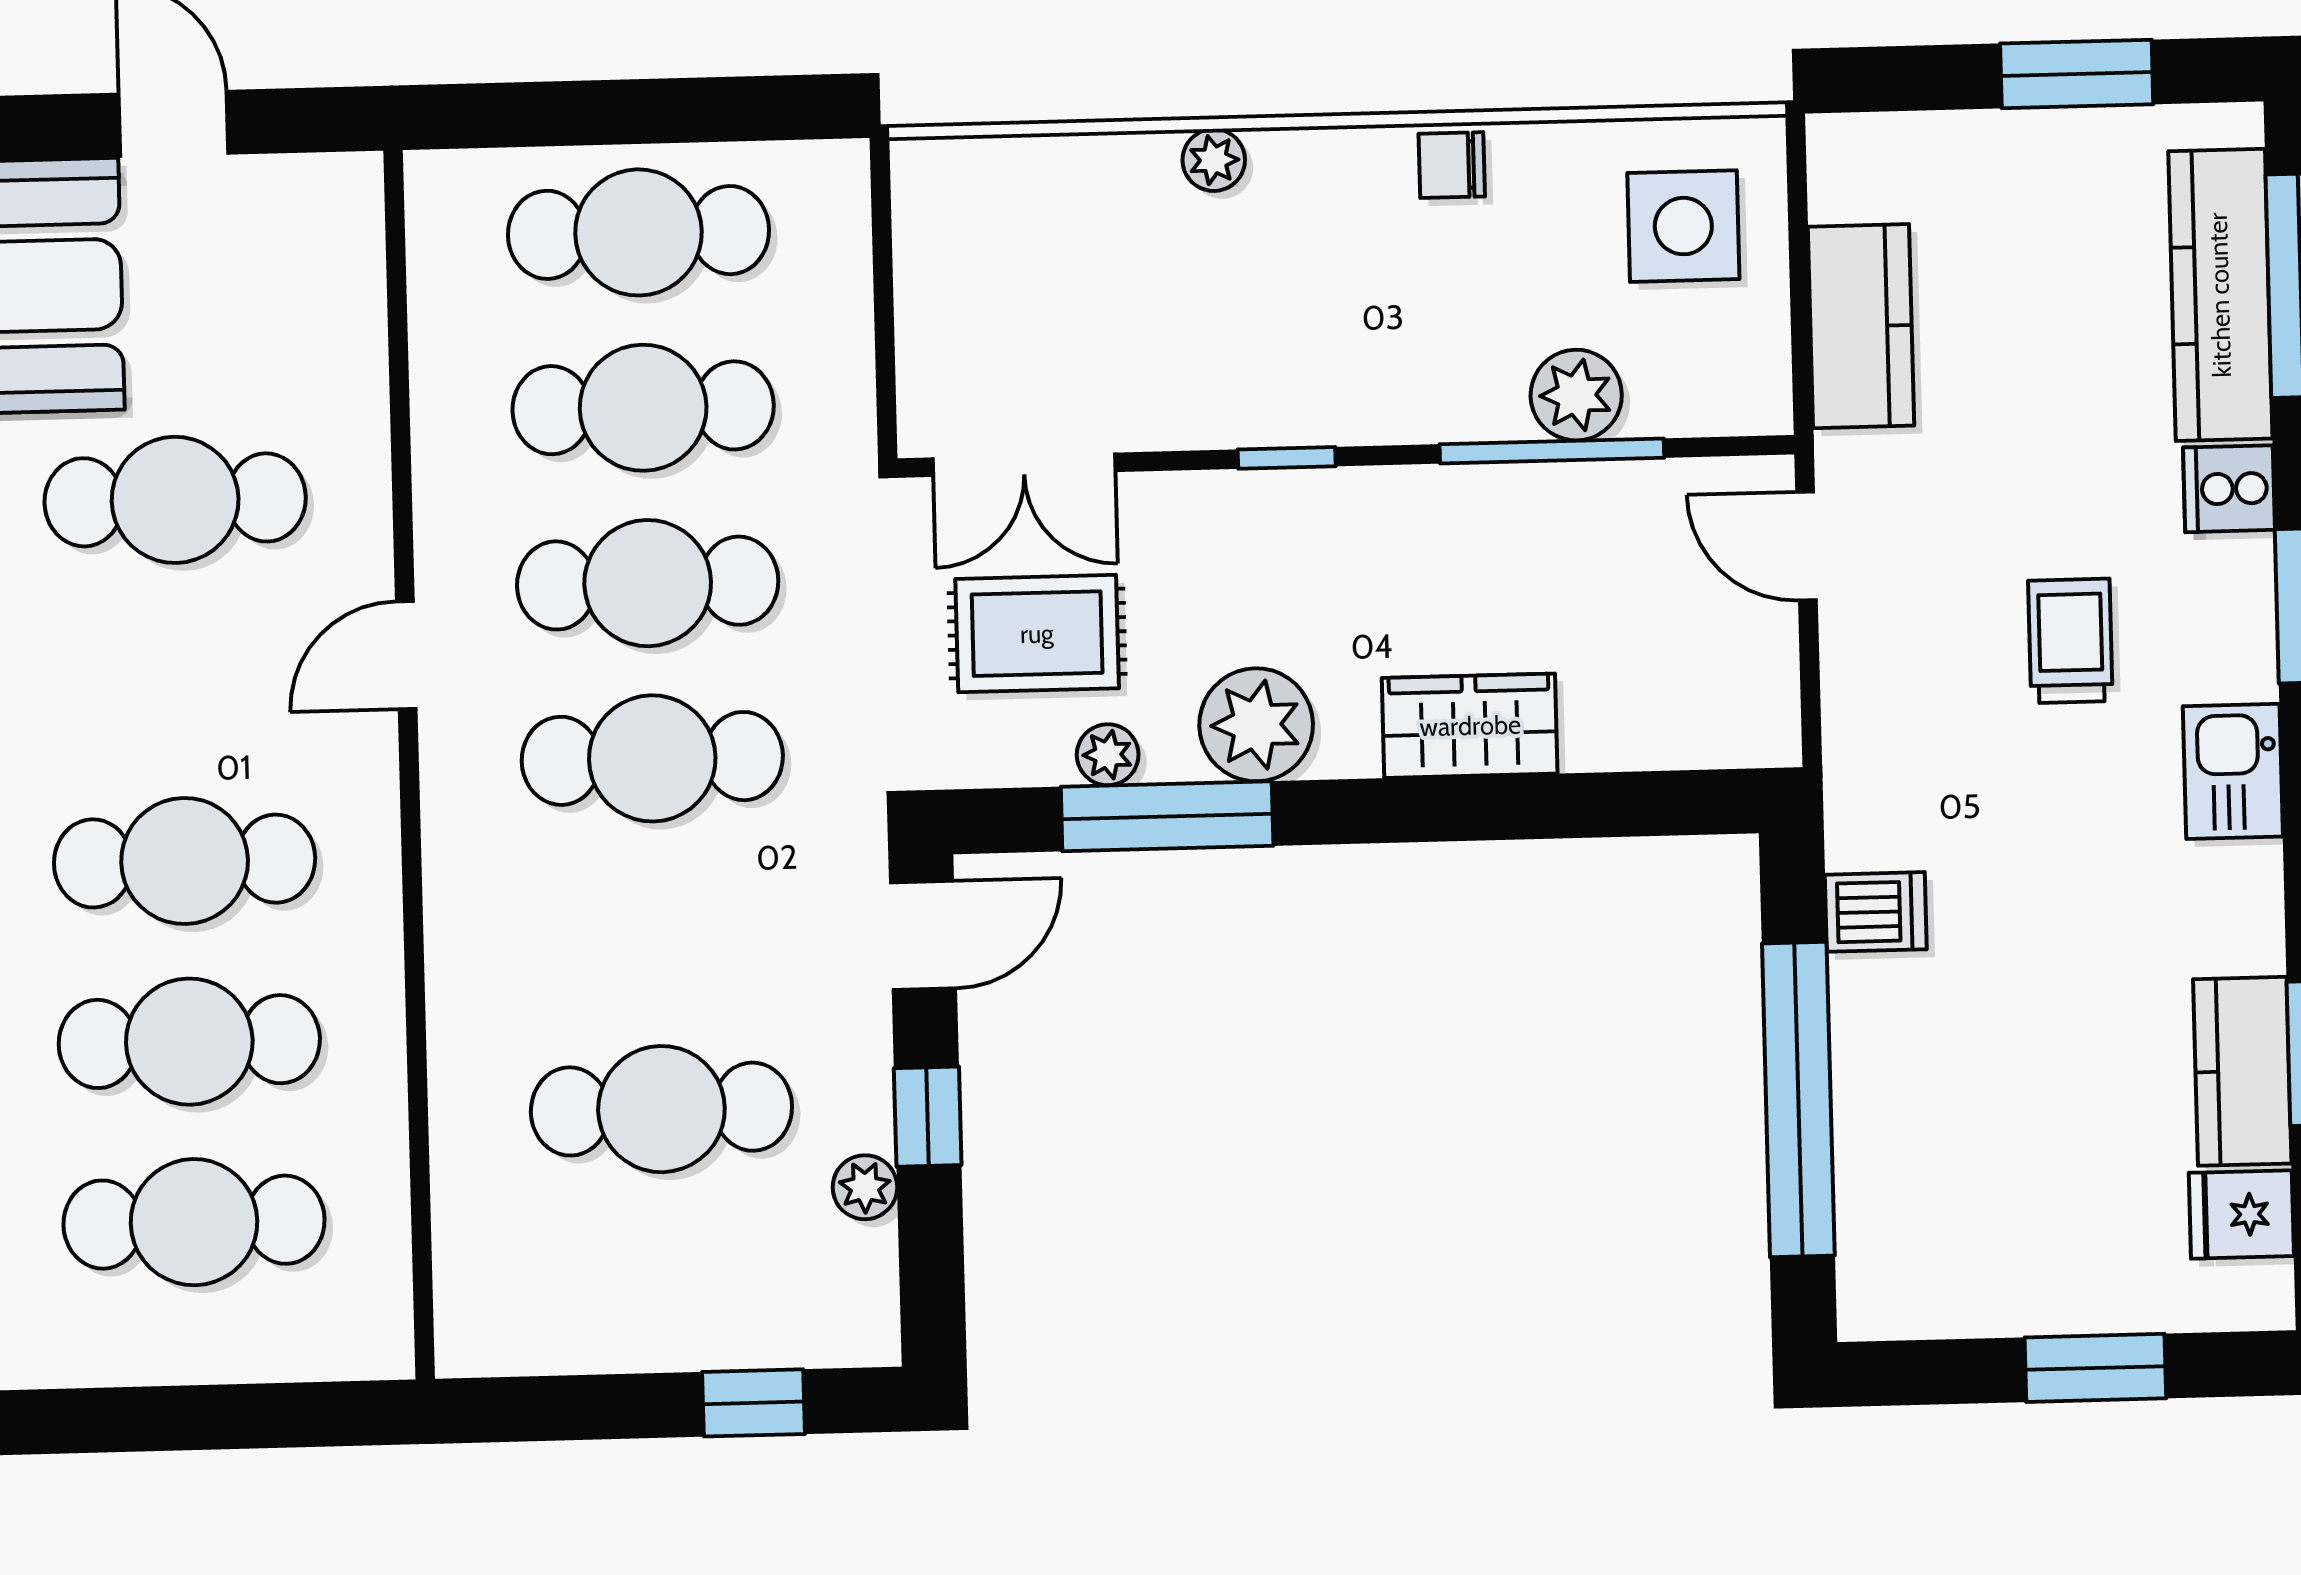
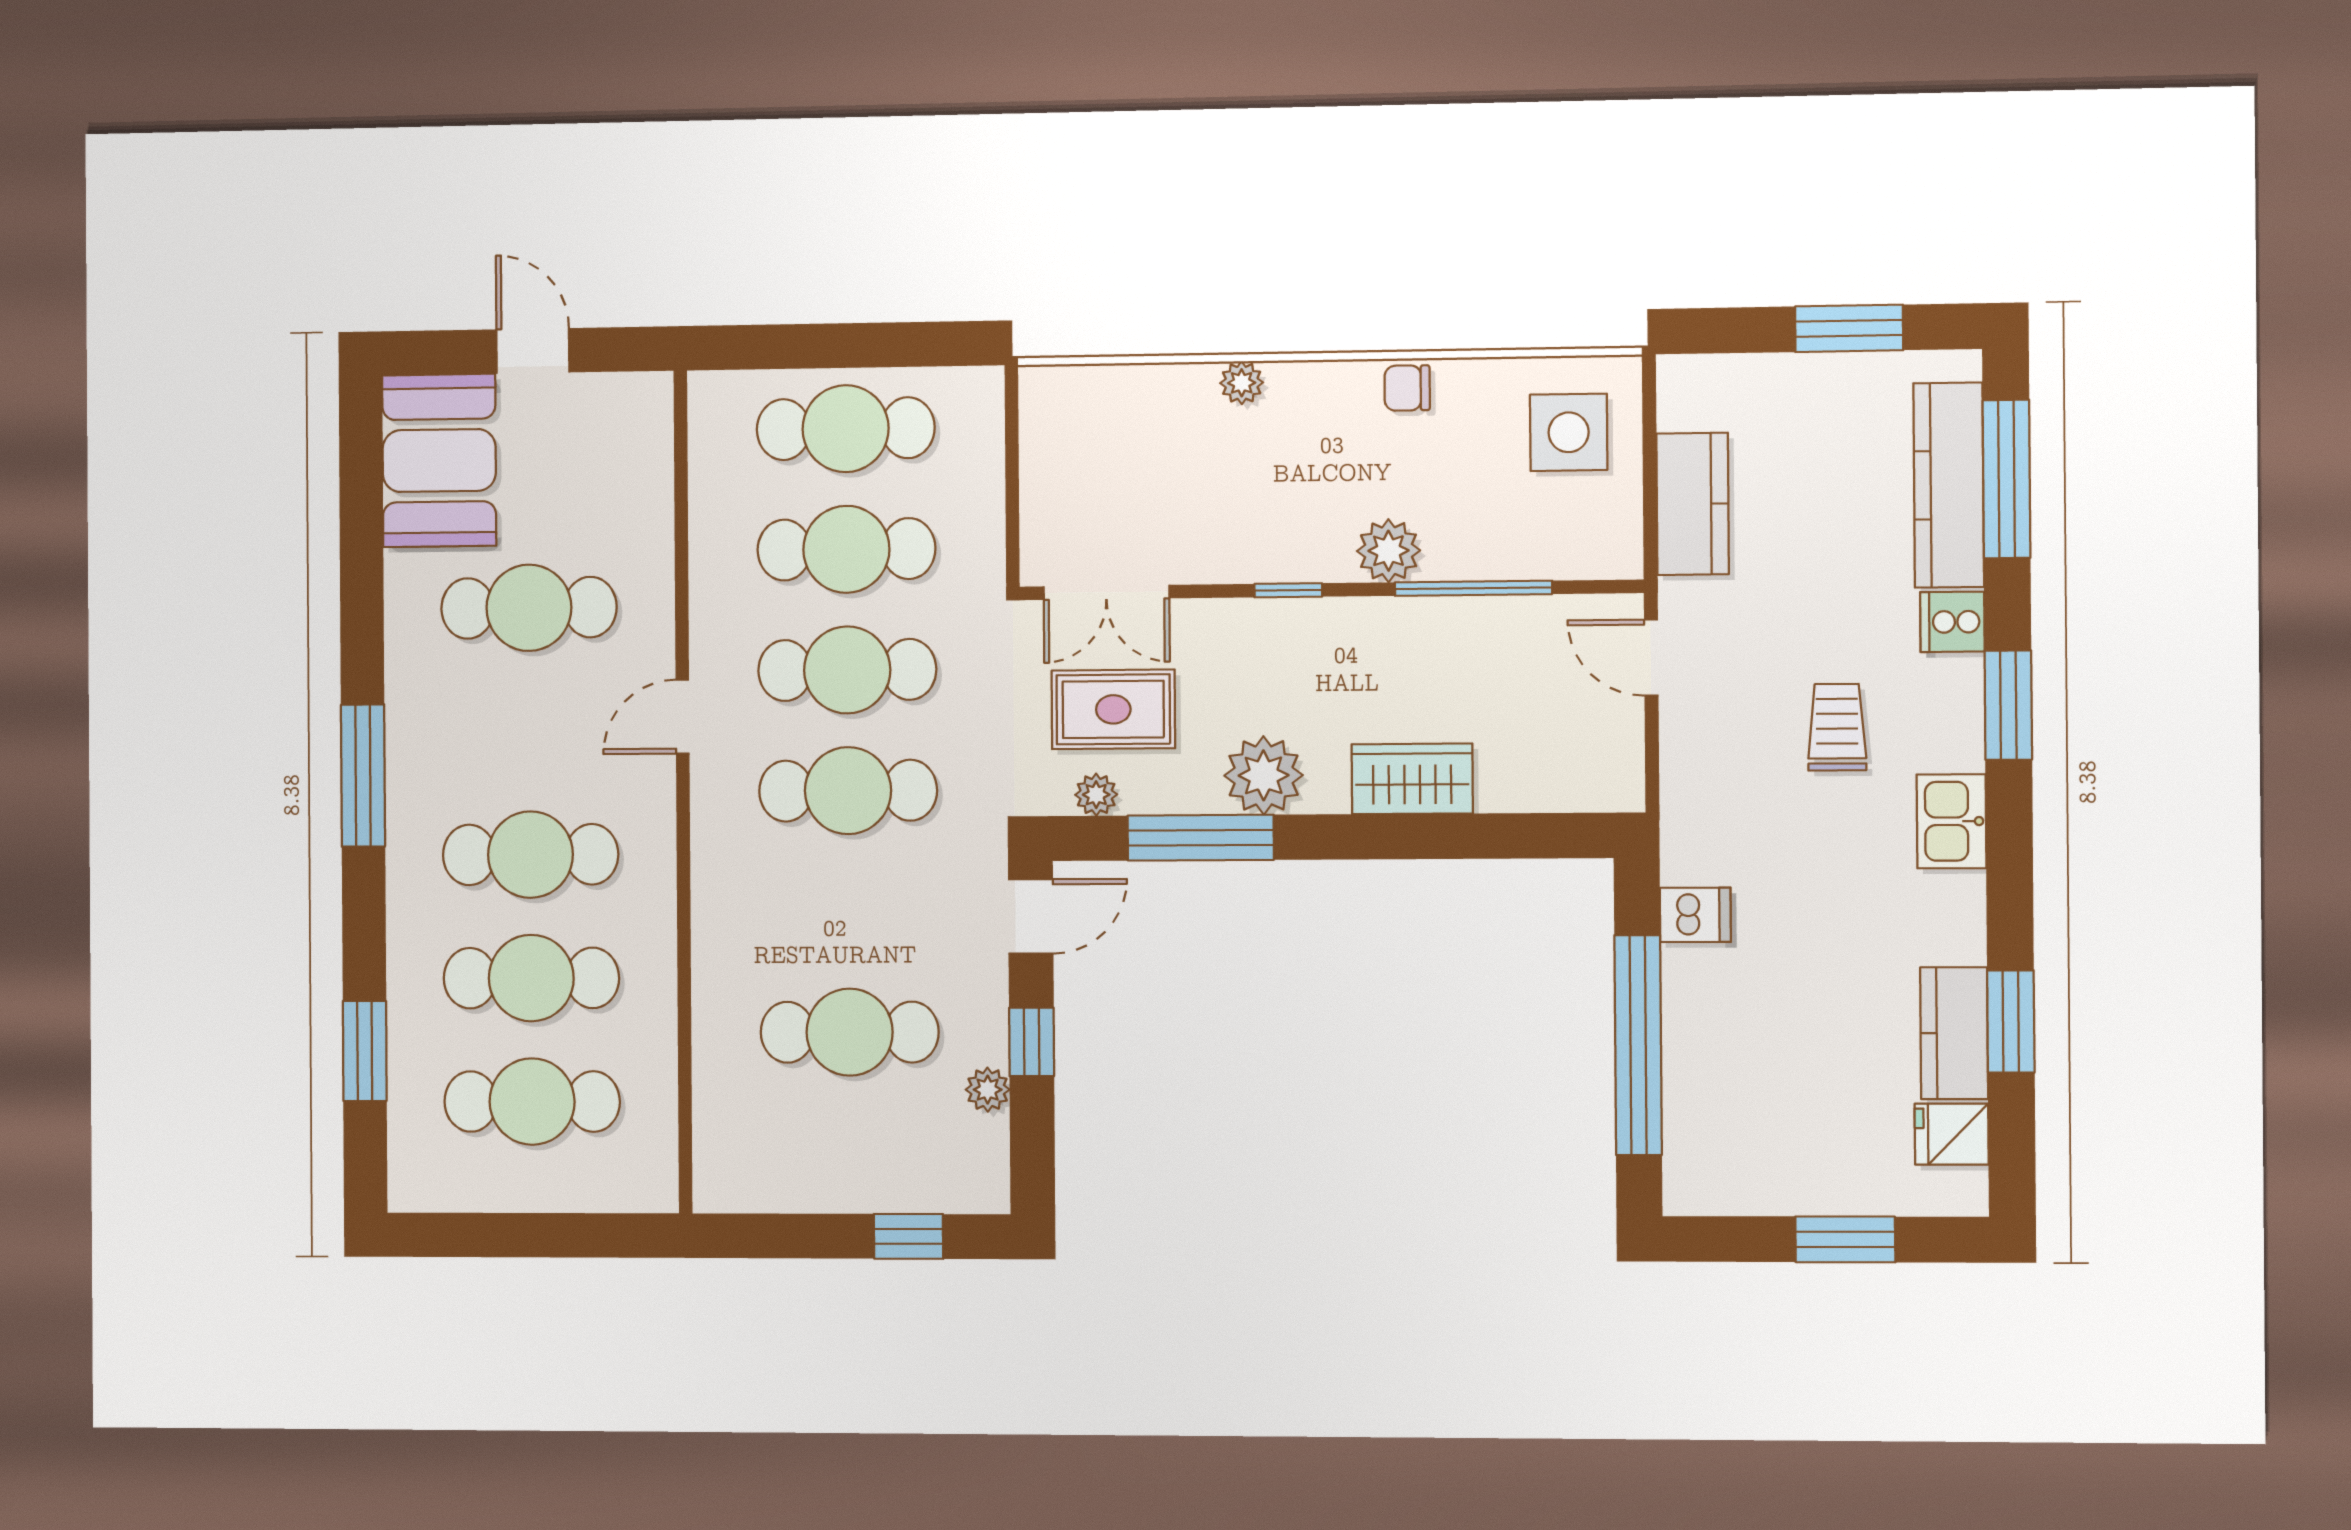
plant: (1576, 395) -> (1388, 551), moved
plant: (1108, 755) -> (1096, 795), moved

